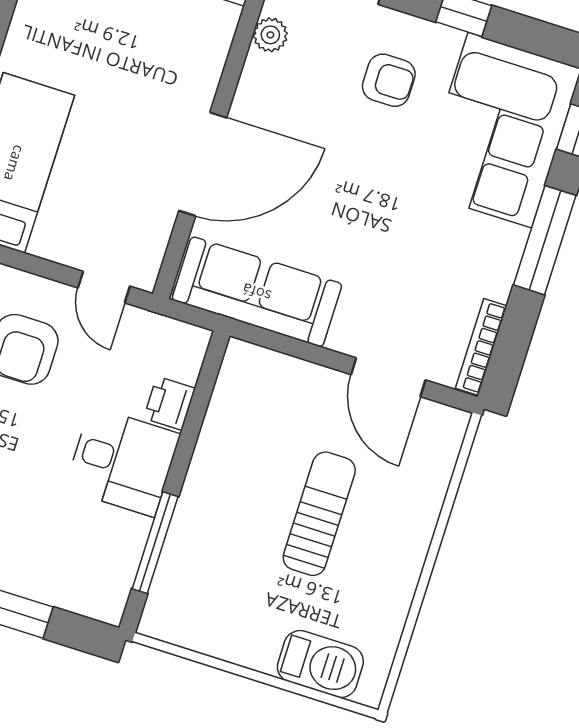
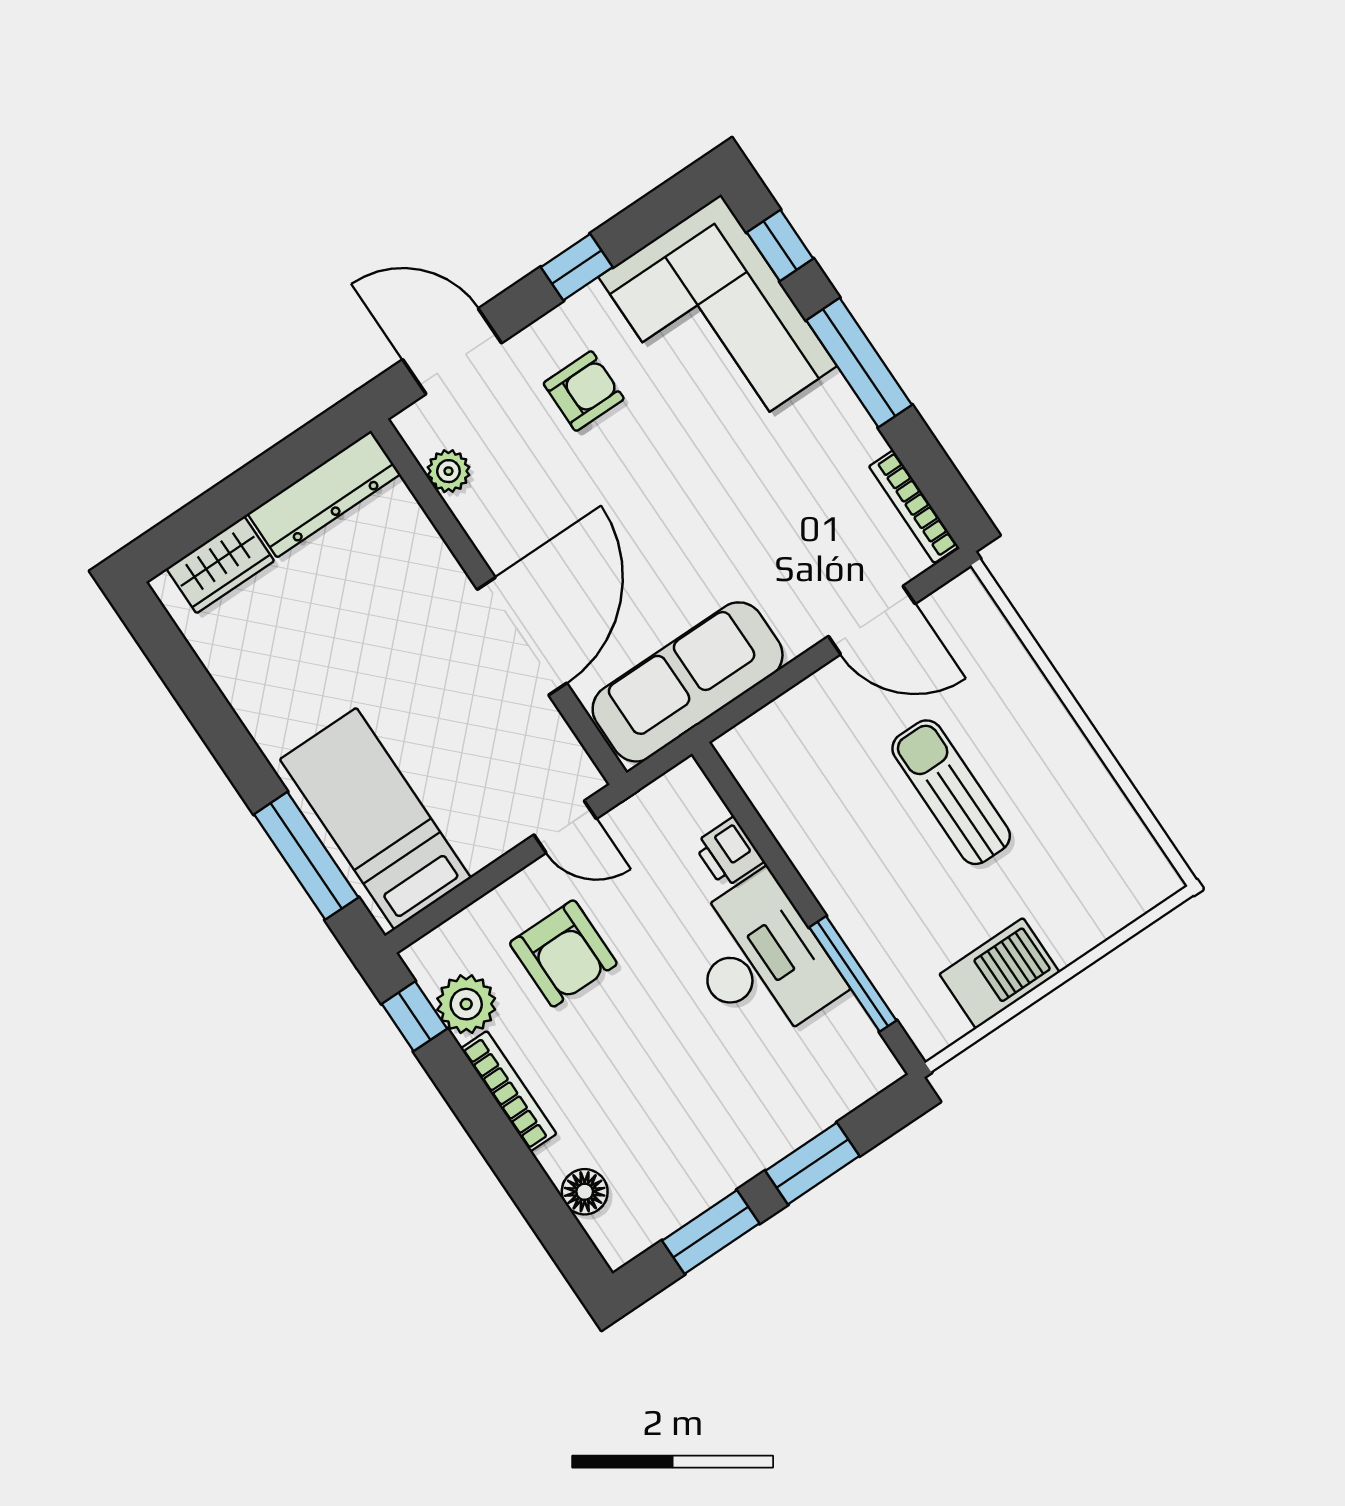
desk: (122, 461) -> (760, 960), width x1.37
barbecue: (320, 664) -> (999, 973), moved

